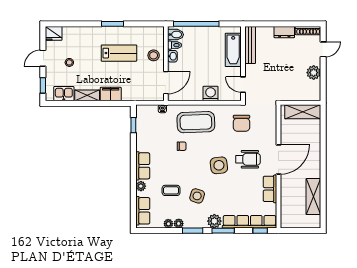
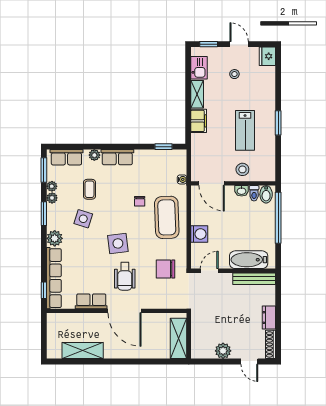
window: (223, 231) -> (44, 170), moved

